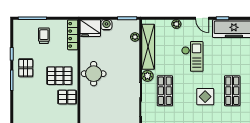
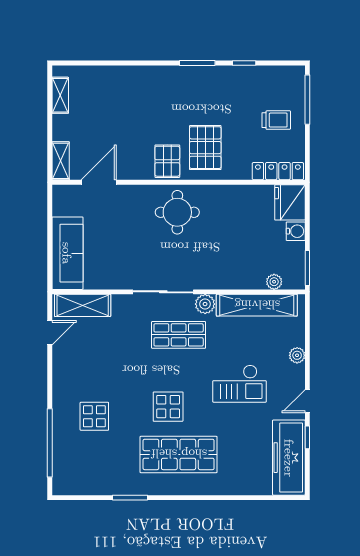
pallet: (26, 68) -> (219, 88), removed
round table: (94, 74) -> (177, 212), moved
shop shelf: (232, 91) -> (179, 454), width x1.43, depth x1.36

